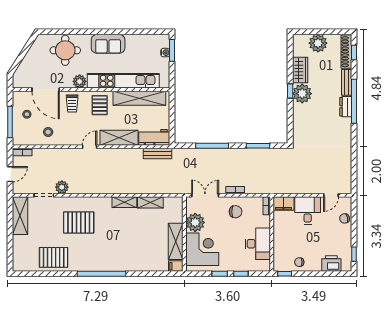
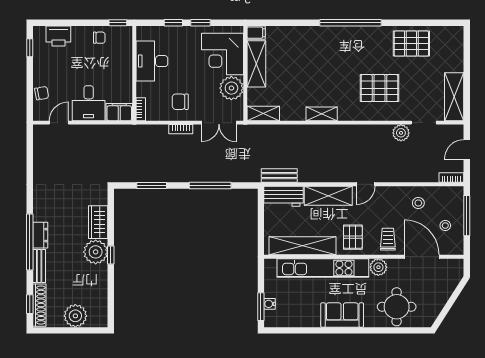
wardrobe: (300, 70) -> (98, 222), moved
shelving: (150, 202) -> (263, 114), moved

